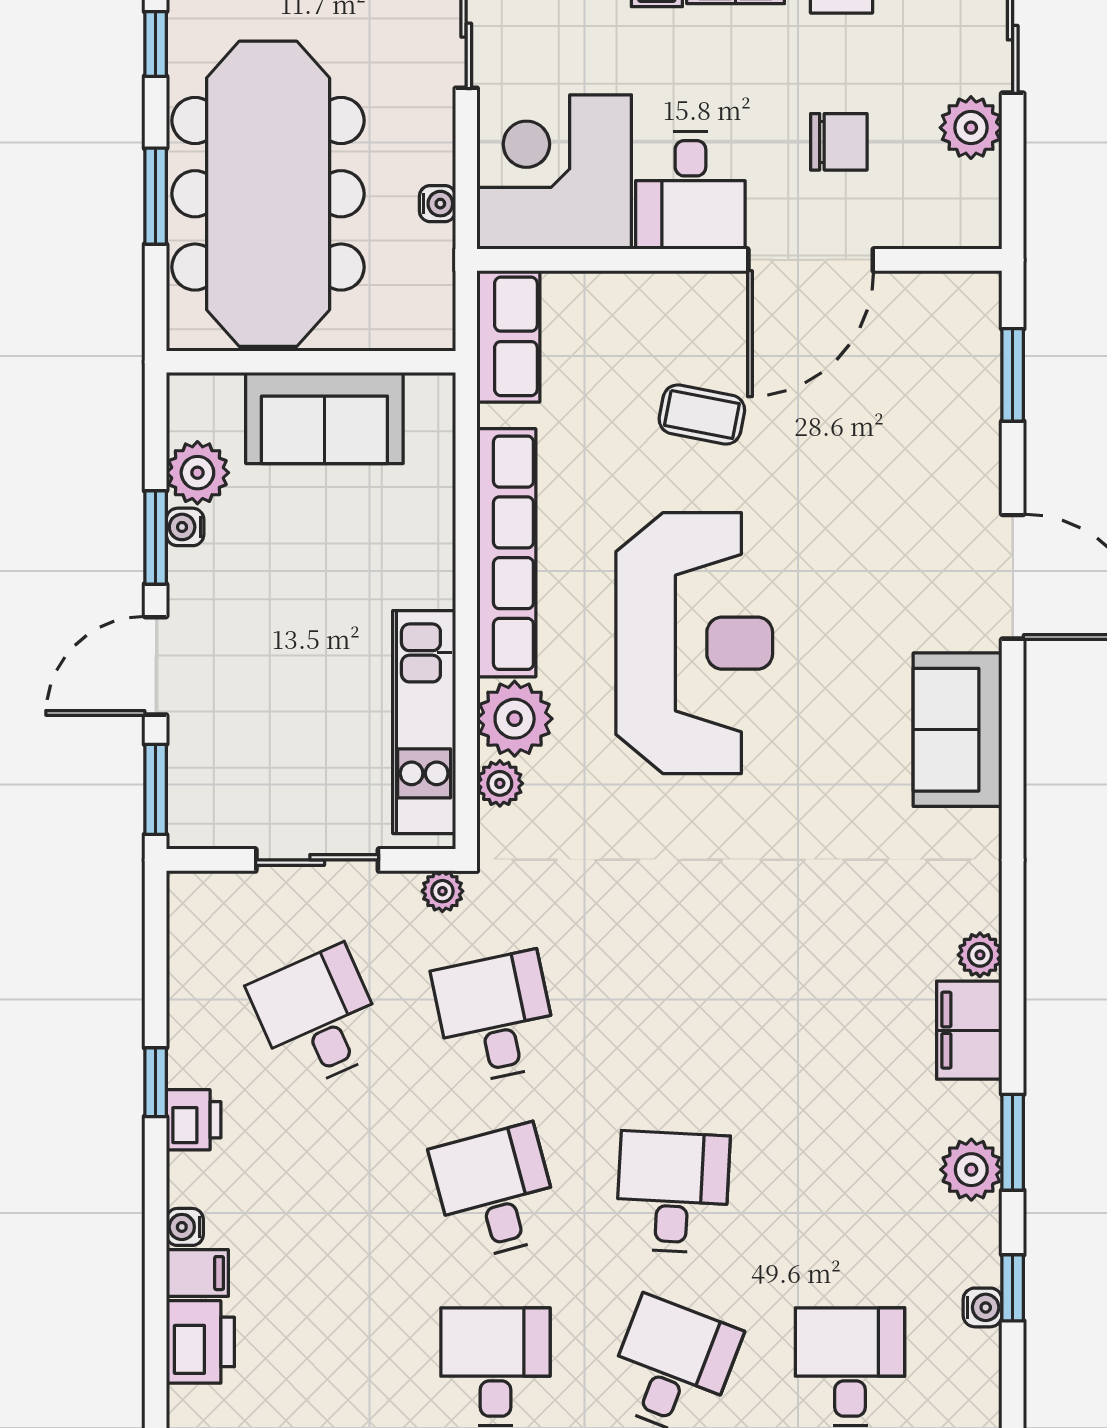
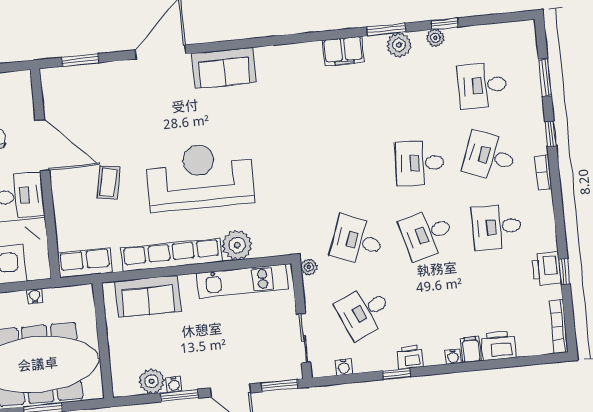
sofa: (324, 418) -> (148, 296), moved, turned 90
plant: (500, 783) -> (264, 248), removed
sliding door: (317, 860) -> (303, 338), moved
plant: (980, 955) -> (435, 38), moved
desk: (495, 1017) -> (357, 241), turned 33
water cooler: (983, 1307) -> (344, 367), moved, turned 180

